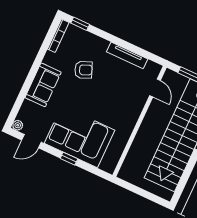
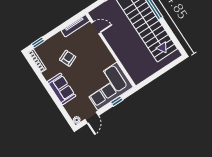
door: (155, 88) -> (96, 28), moved
wall: (139, 121) -> (111, 50), moved

